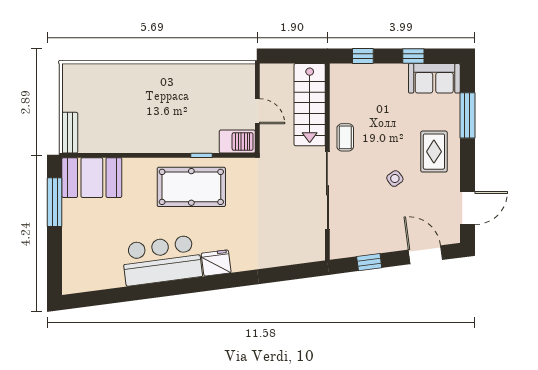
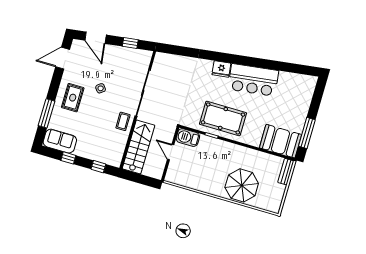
parasol: (132, 92) -> (242, 185), added

